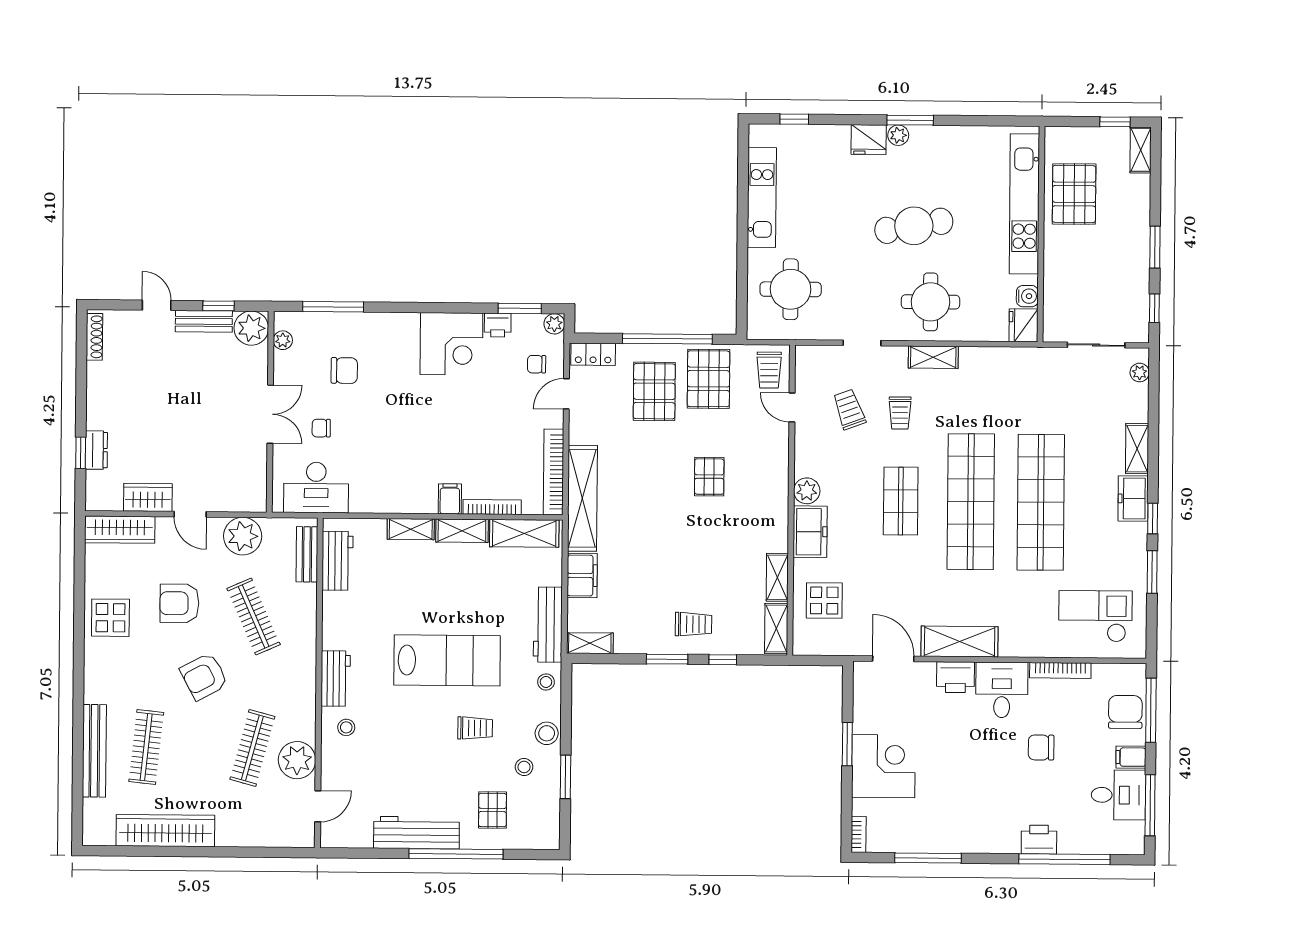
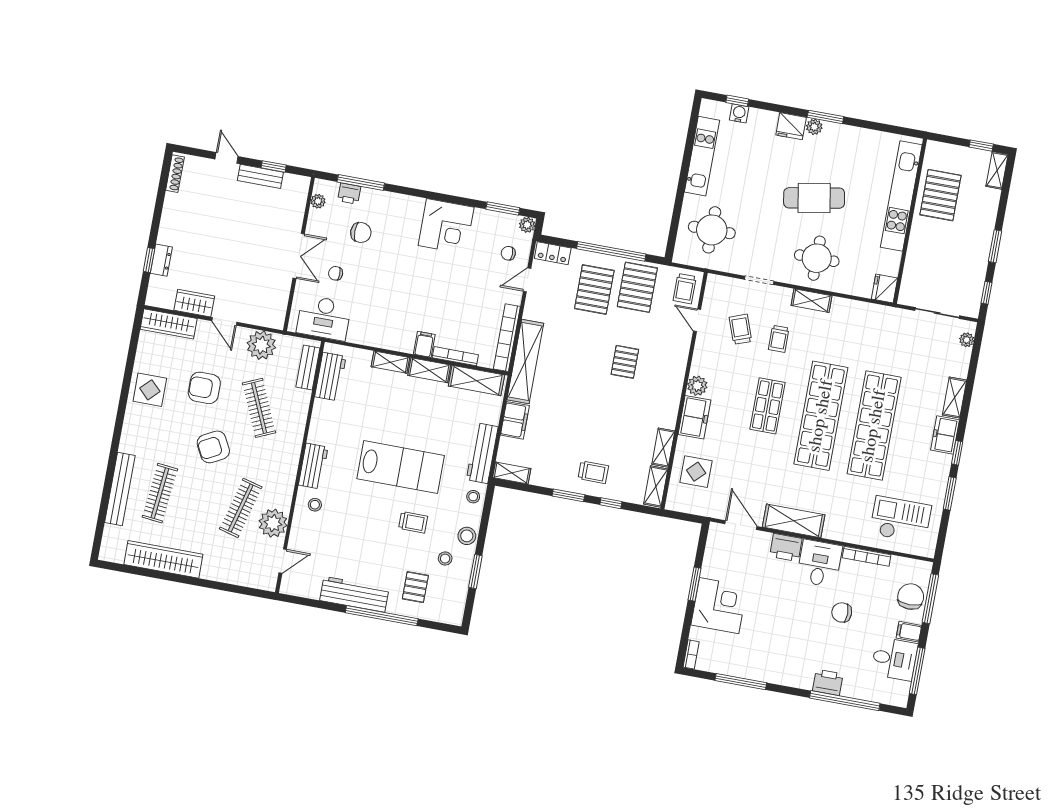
water cooler: (1027, 296) -> (739, 113), moved, turned -90
printer: (498, 325) -> (349, 194), moved
plant: (251, 328) -> (296, 188), removed

